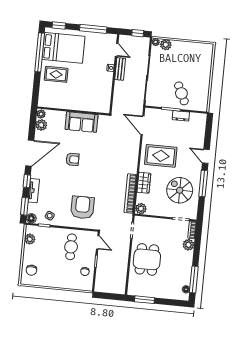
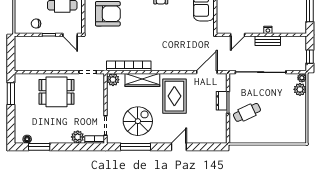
door: (117, 50) -> (238, 35), moved
dresser: (181, 116) -> (222, 101), moved
wardrobe: (144, 183) -> (142, 80), width x1.50
window: (203, 184) -> (135, 147), moved
door: (98, 242) -> (70, 35), hinge flipped
window: (194, 279) -> (39, 147), width x0.69

